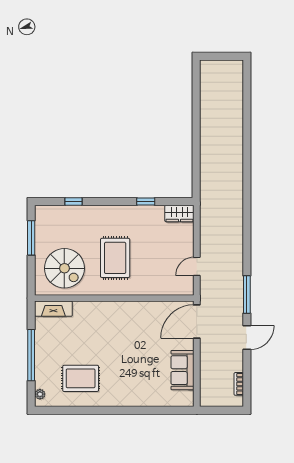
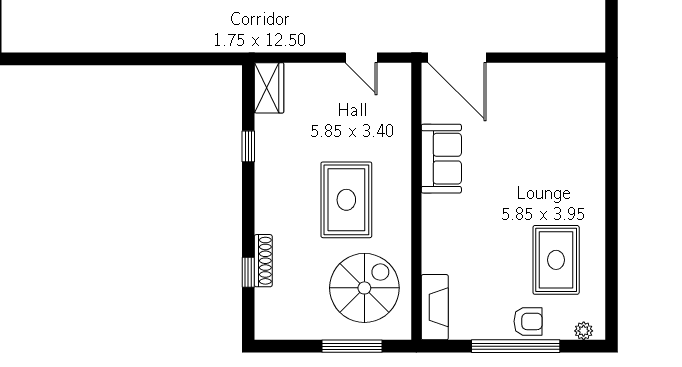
shoe rack: (80, 210) -> (263, 261), added
window: (31, 238) -> (352, 346), moved
rug: (115, 258) -> (346, 200), turned 90
armchair: (45, 362) -> (528, 321), added
sofa: (182, 370) -> (441, 159), moved, turned -90

